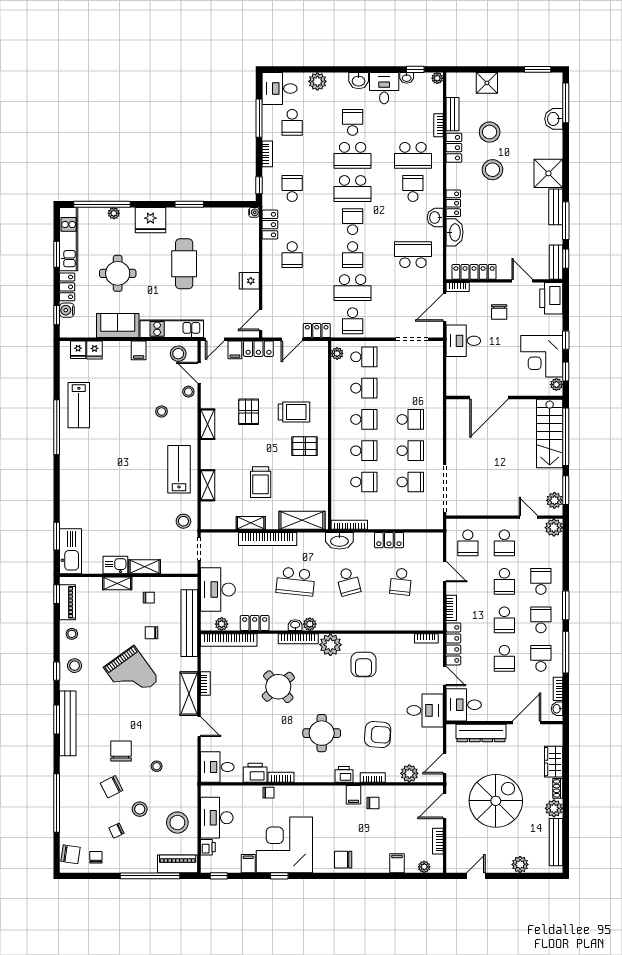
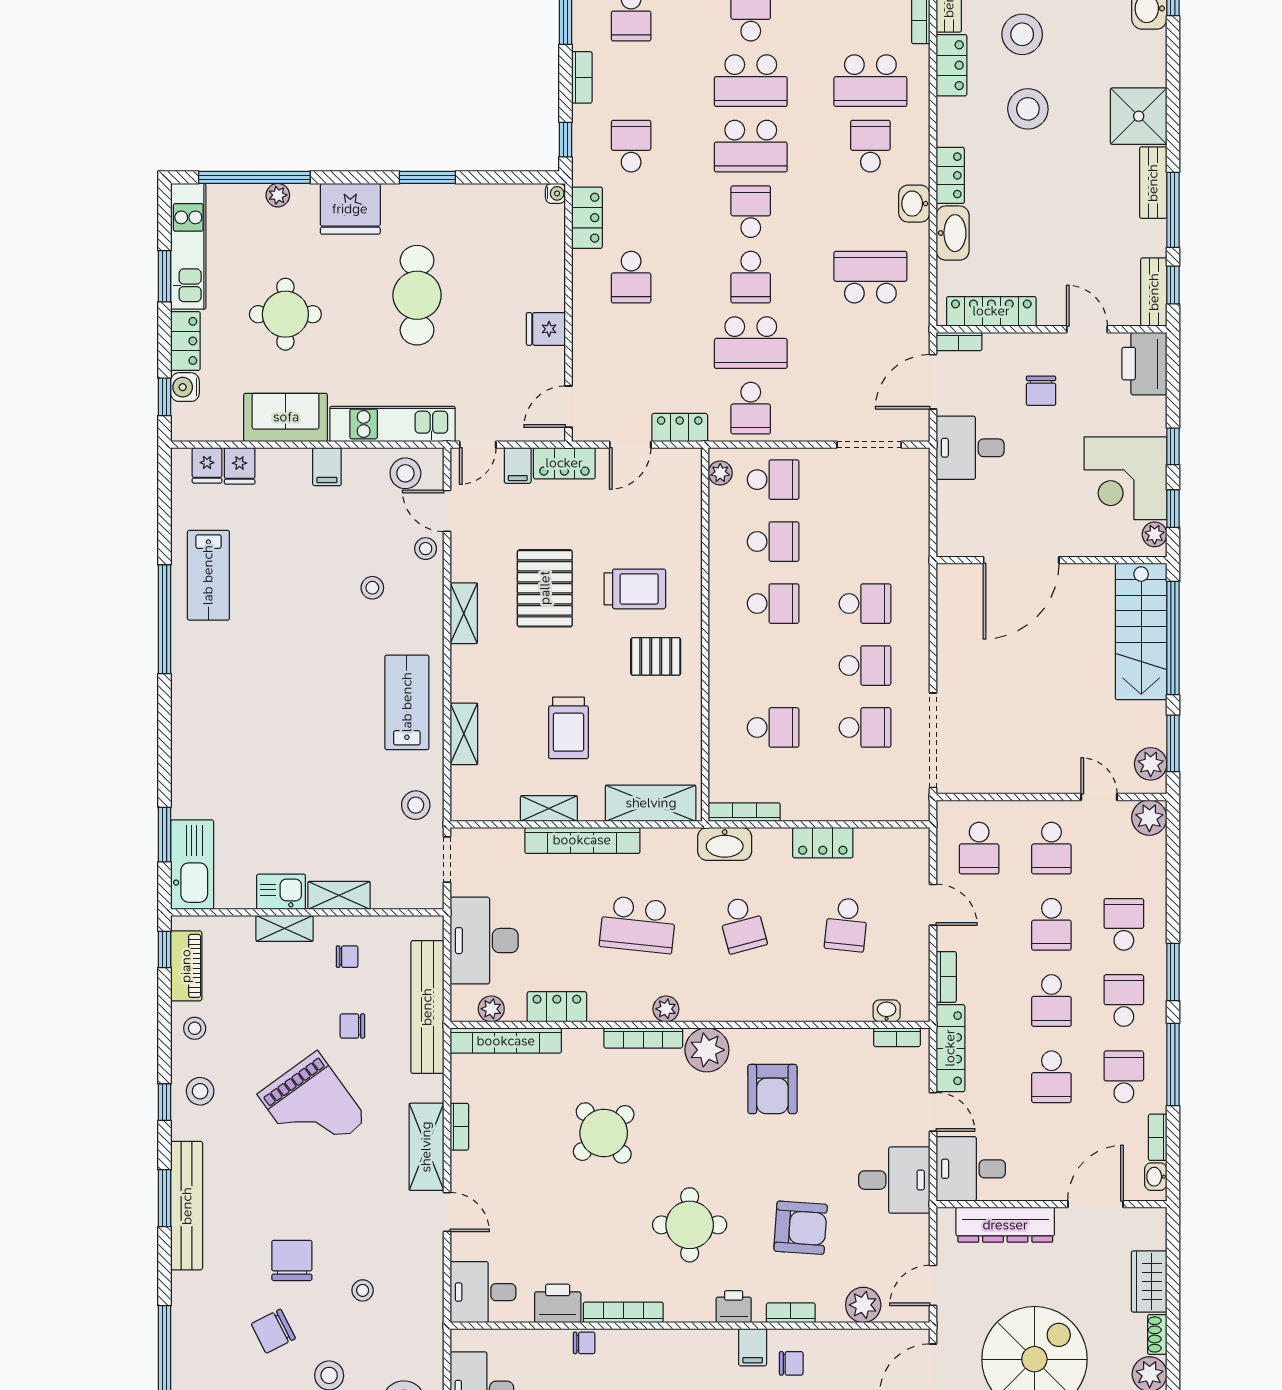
pallet: (249, 412) -> (545, 588), width x1.50, depth x1.42
school desk: (364, 451) -> (773, 666), removed
washbasin: (295, 625) -> (887, 1011), moved
bookcase: (281, 777) -> (623, 1312), width x1.56

